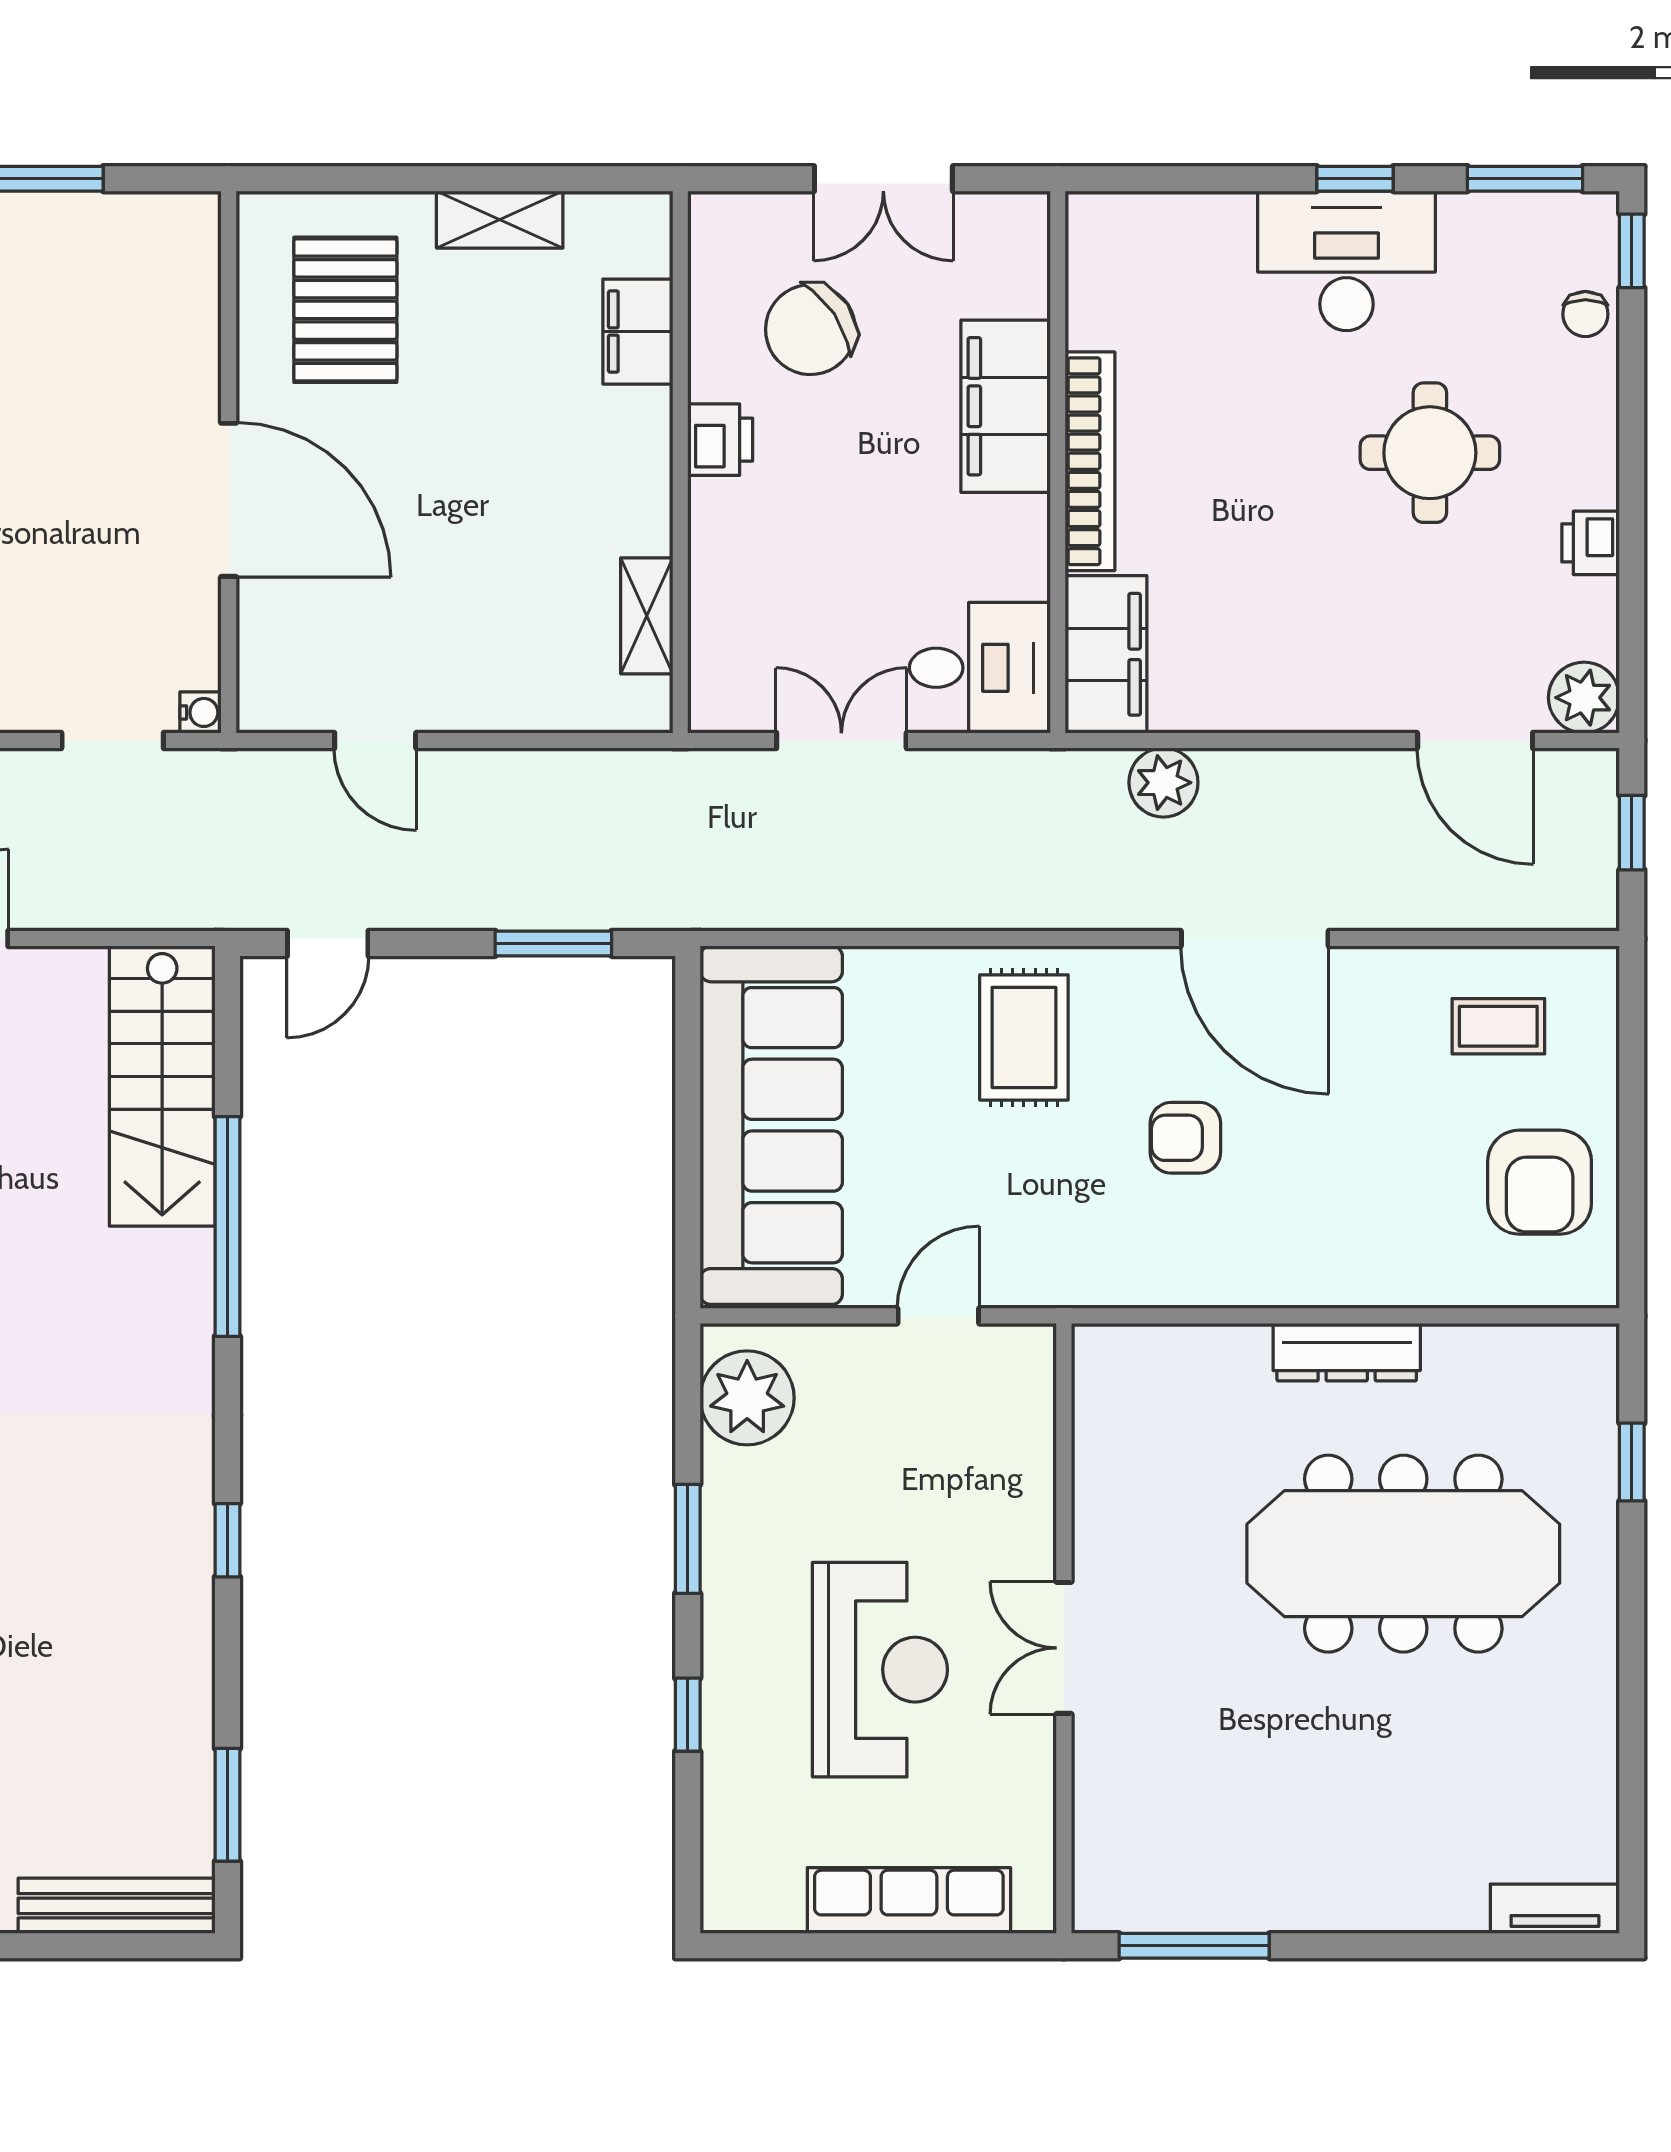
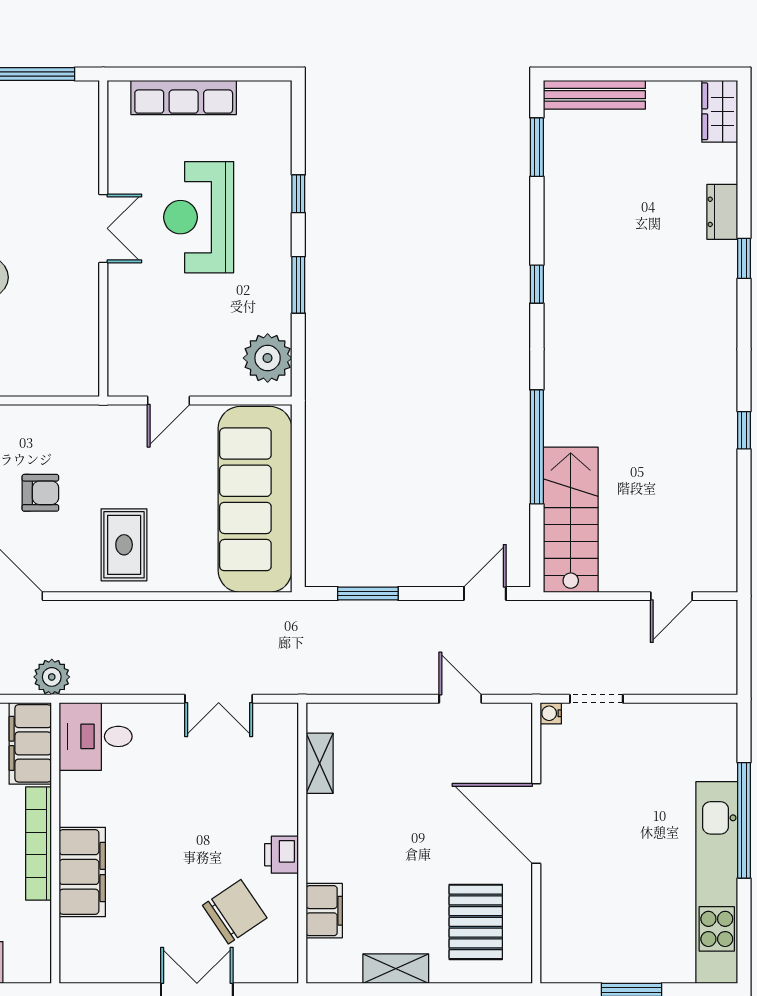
filing cabinet: (1006, 406) -> (82, 872), moved
bookcase: (1090, 461) -> (39, 843), moved
wall: (1058, 462) -> (55, 843), moved
filing cabinet: (1106, 654) -> (30, 743), moved
desk: (980, 668) -> (96, 736), moved

